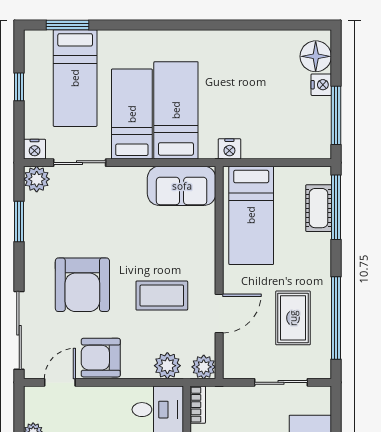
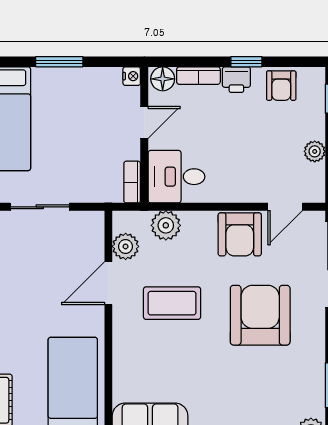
rug: (293, 318) -> (26, 278), removed
armchair: (101, 358) -> (240, 234), turned 90
plant: (204, 367) -> (126, 246), moved

